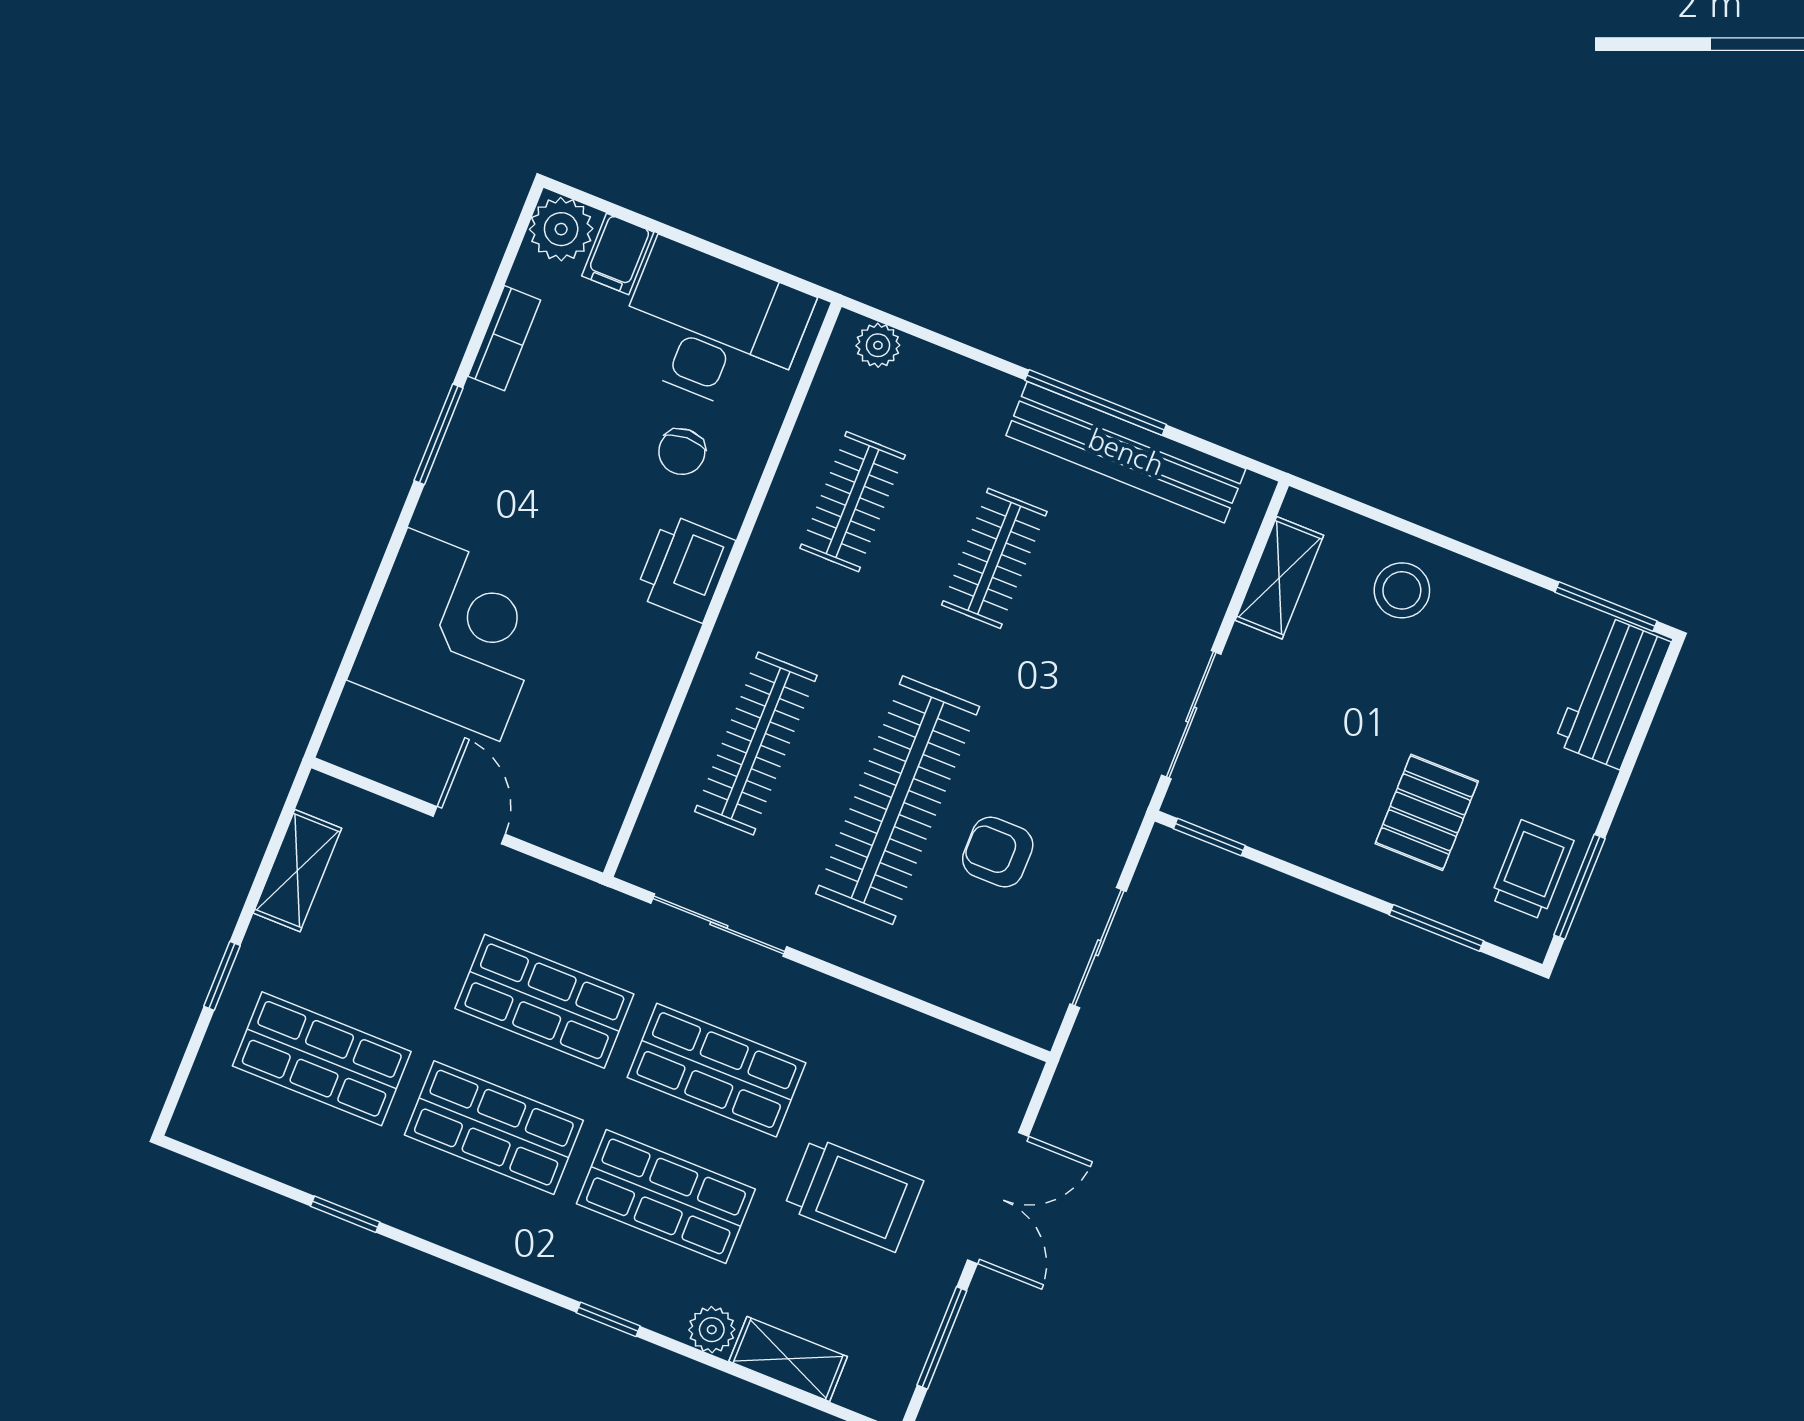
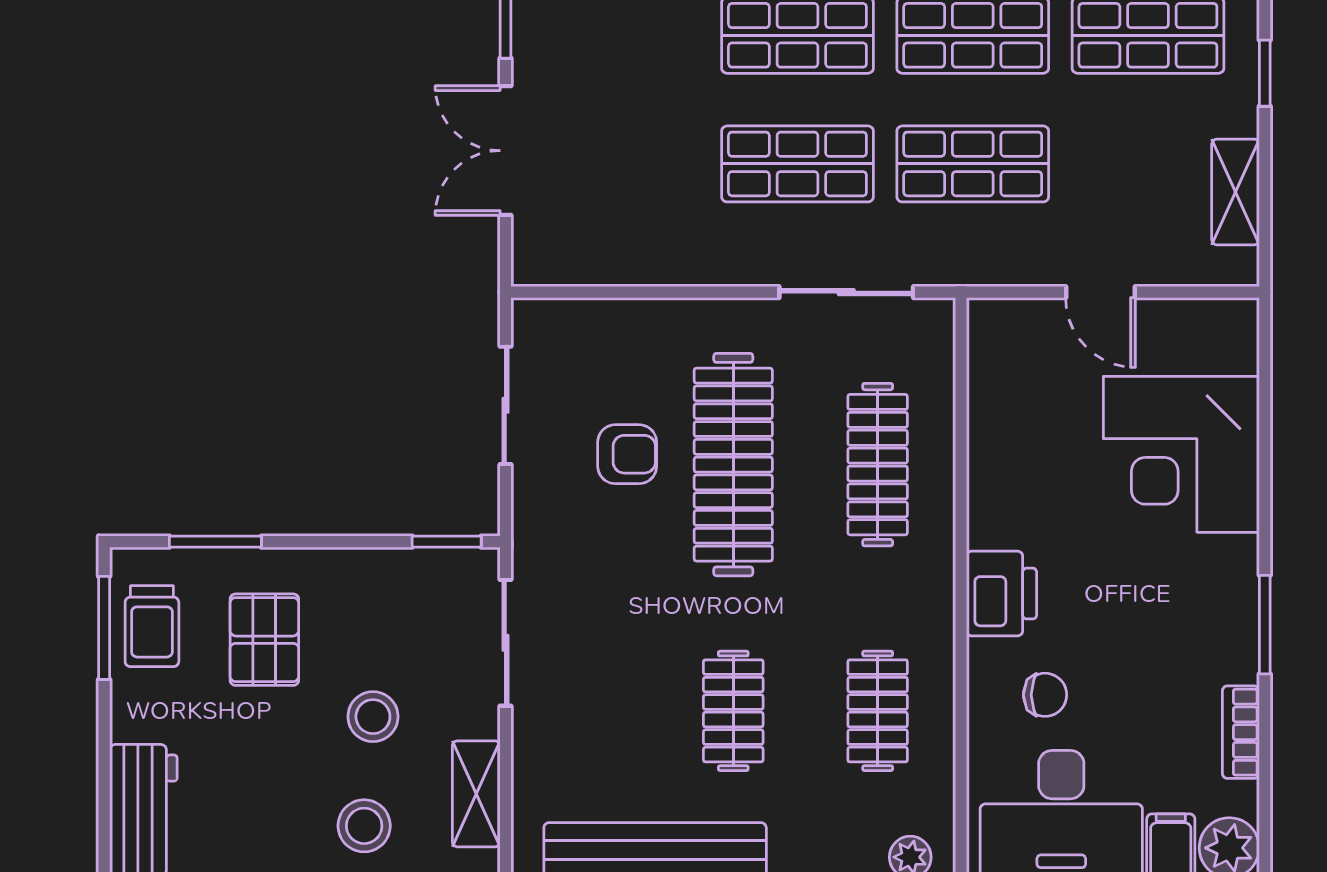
chair: (682, 452) -> (1045, 695), turned 92
stool: (1350, 694) -> (373, 717), added
trolley: (854, 1194) -> (633, 103), removed

